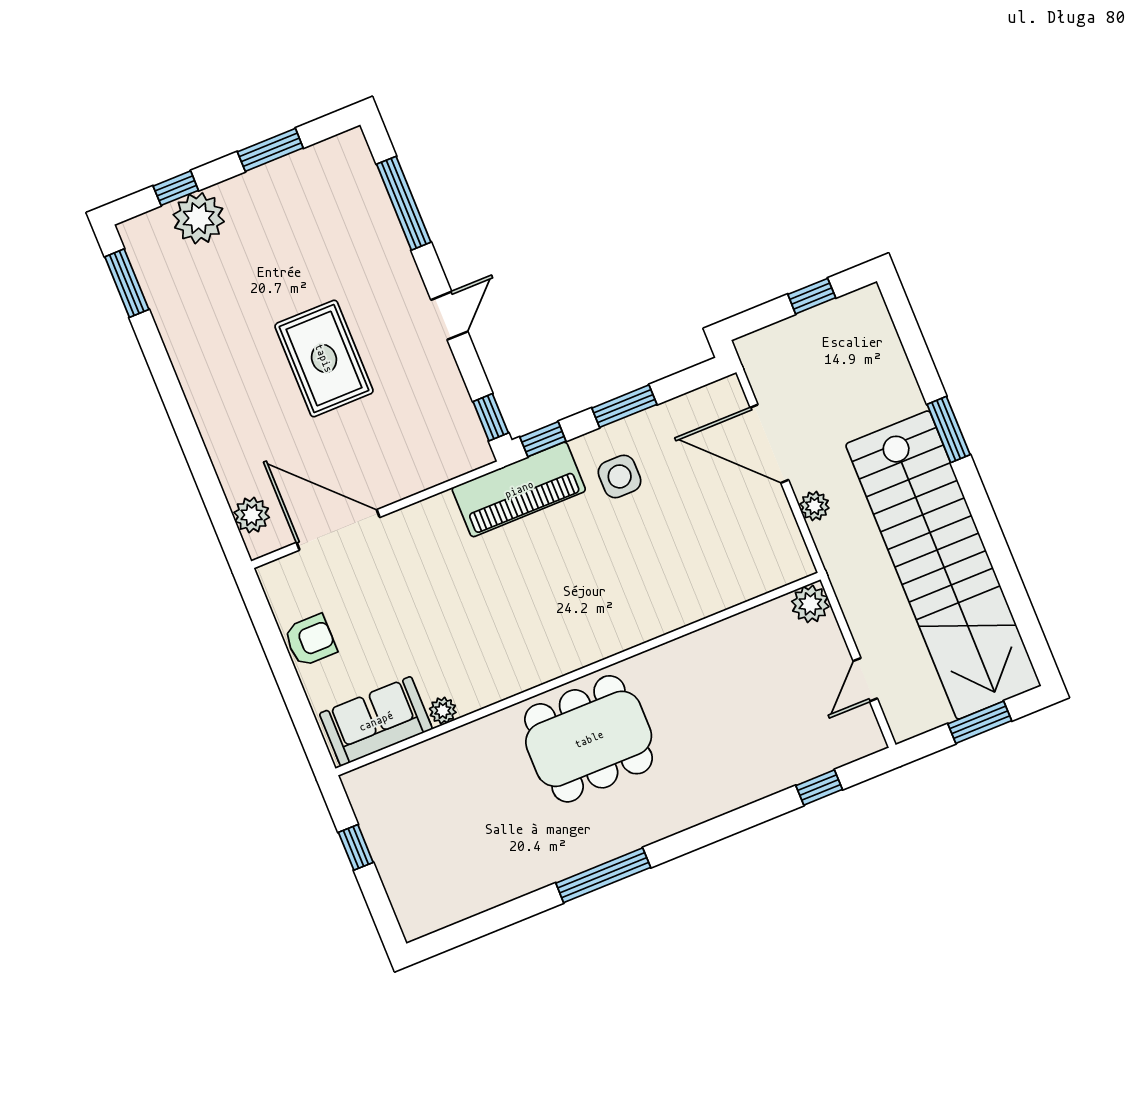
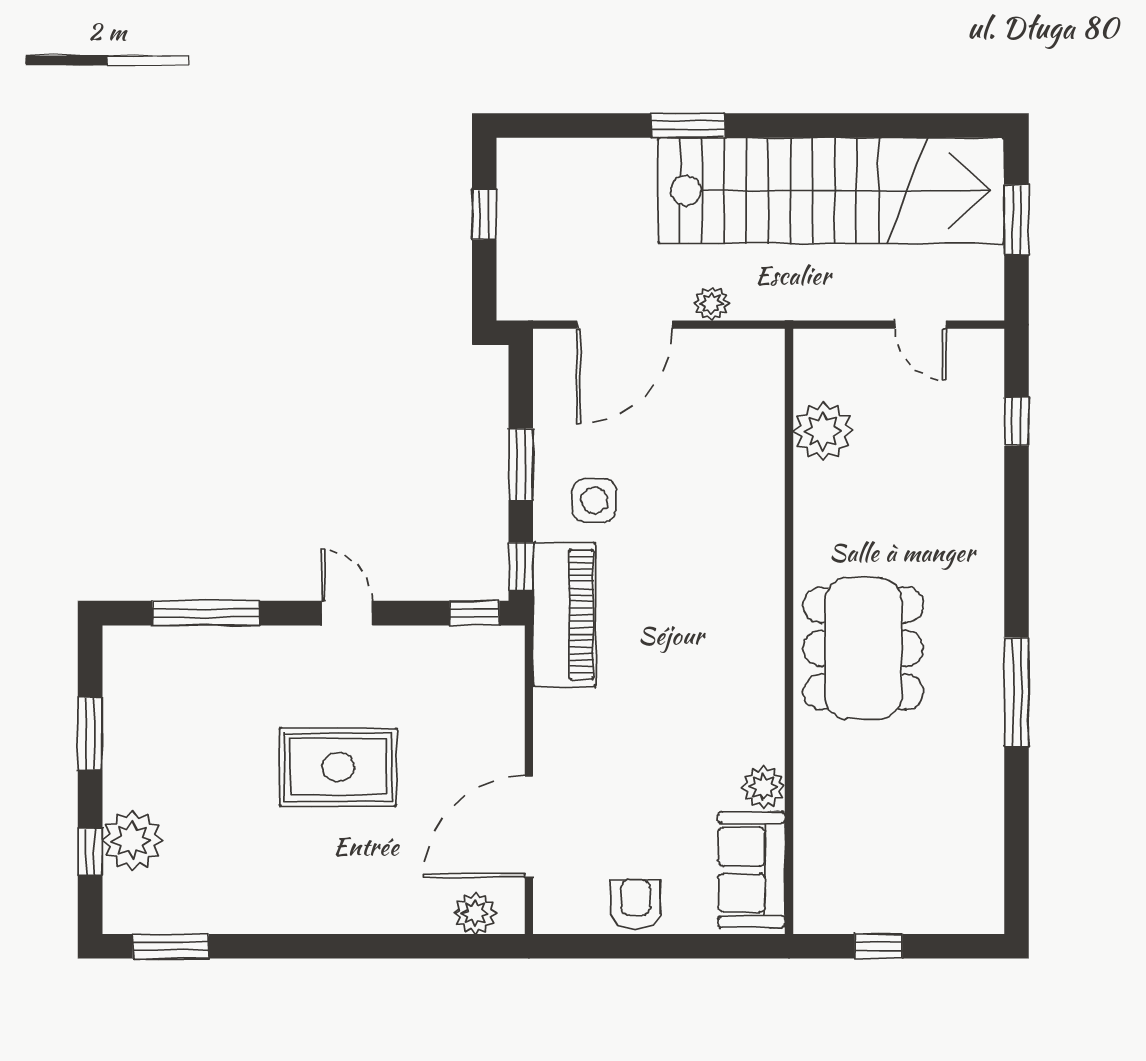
plant: (810, 604) -> (823, 431), moved, width x1.36, depth x1.36
plant: (443, 711) -> (763, 787), width x1.38, depth x1.38

